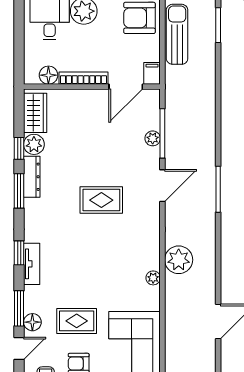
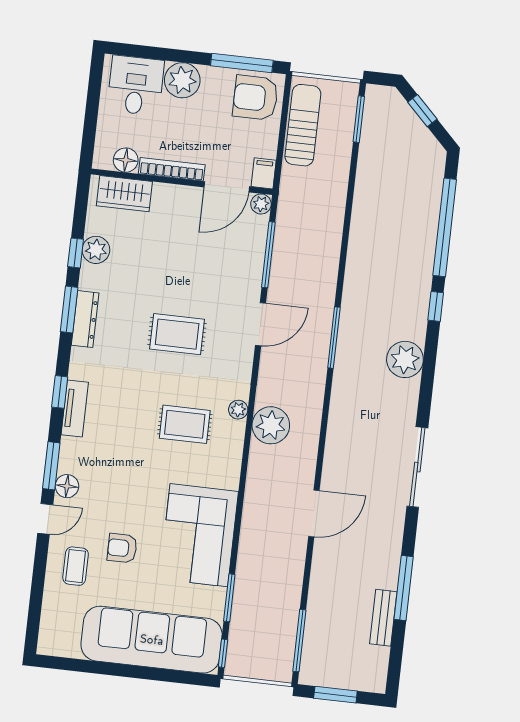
wardrobe: (35, 113) -> (124, 194), moved, turned 90
plant: (153, 138) -> (261, 204), moved
dresser: (32, 177) -> (85, 319), moved
plant: (153, 278) -> (238, 410), moved
rug: (77, 321) -> (185, 424), moved

